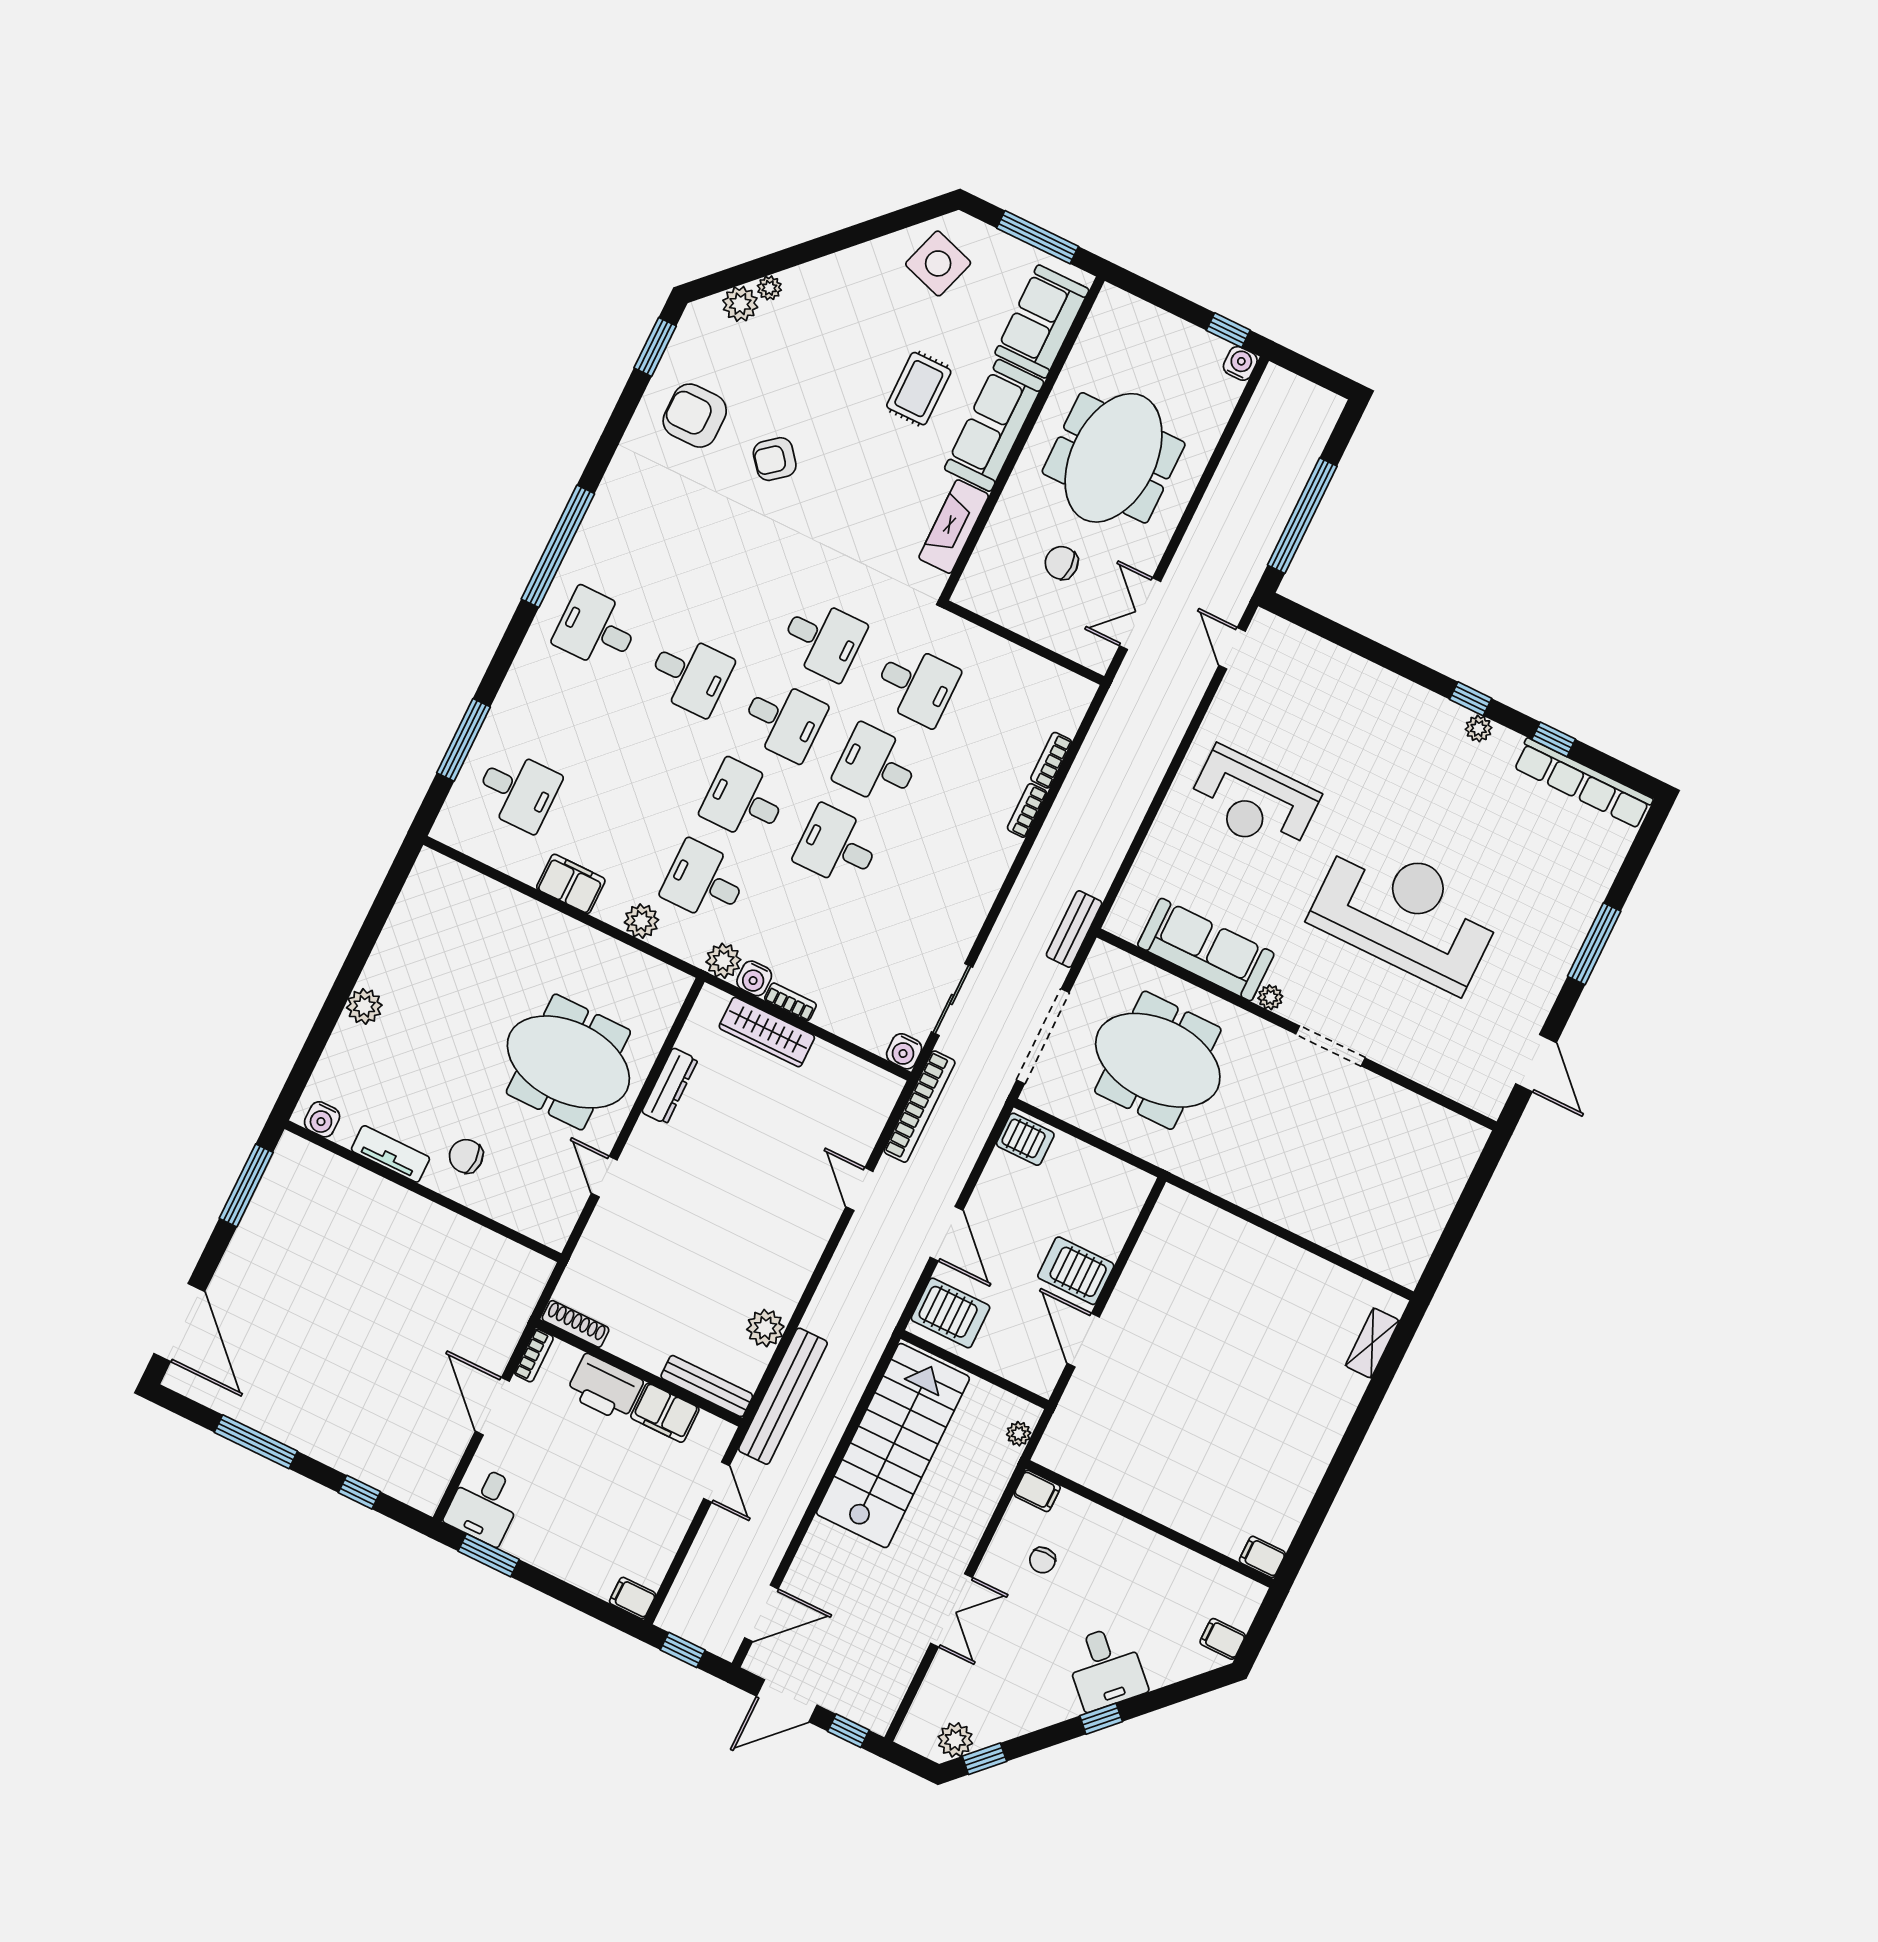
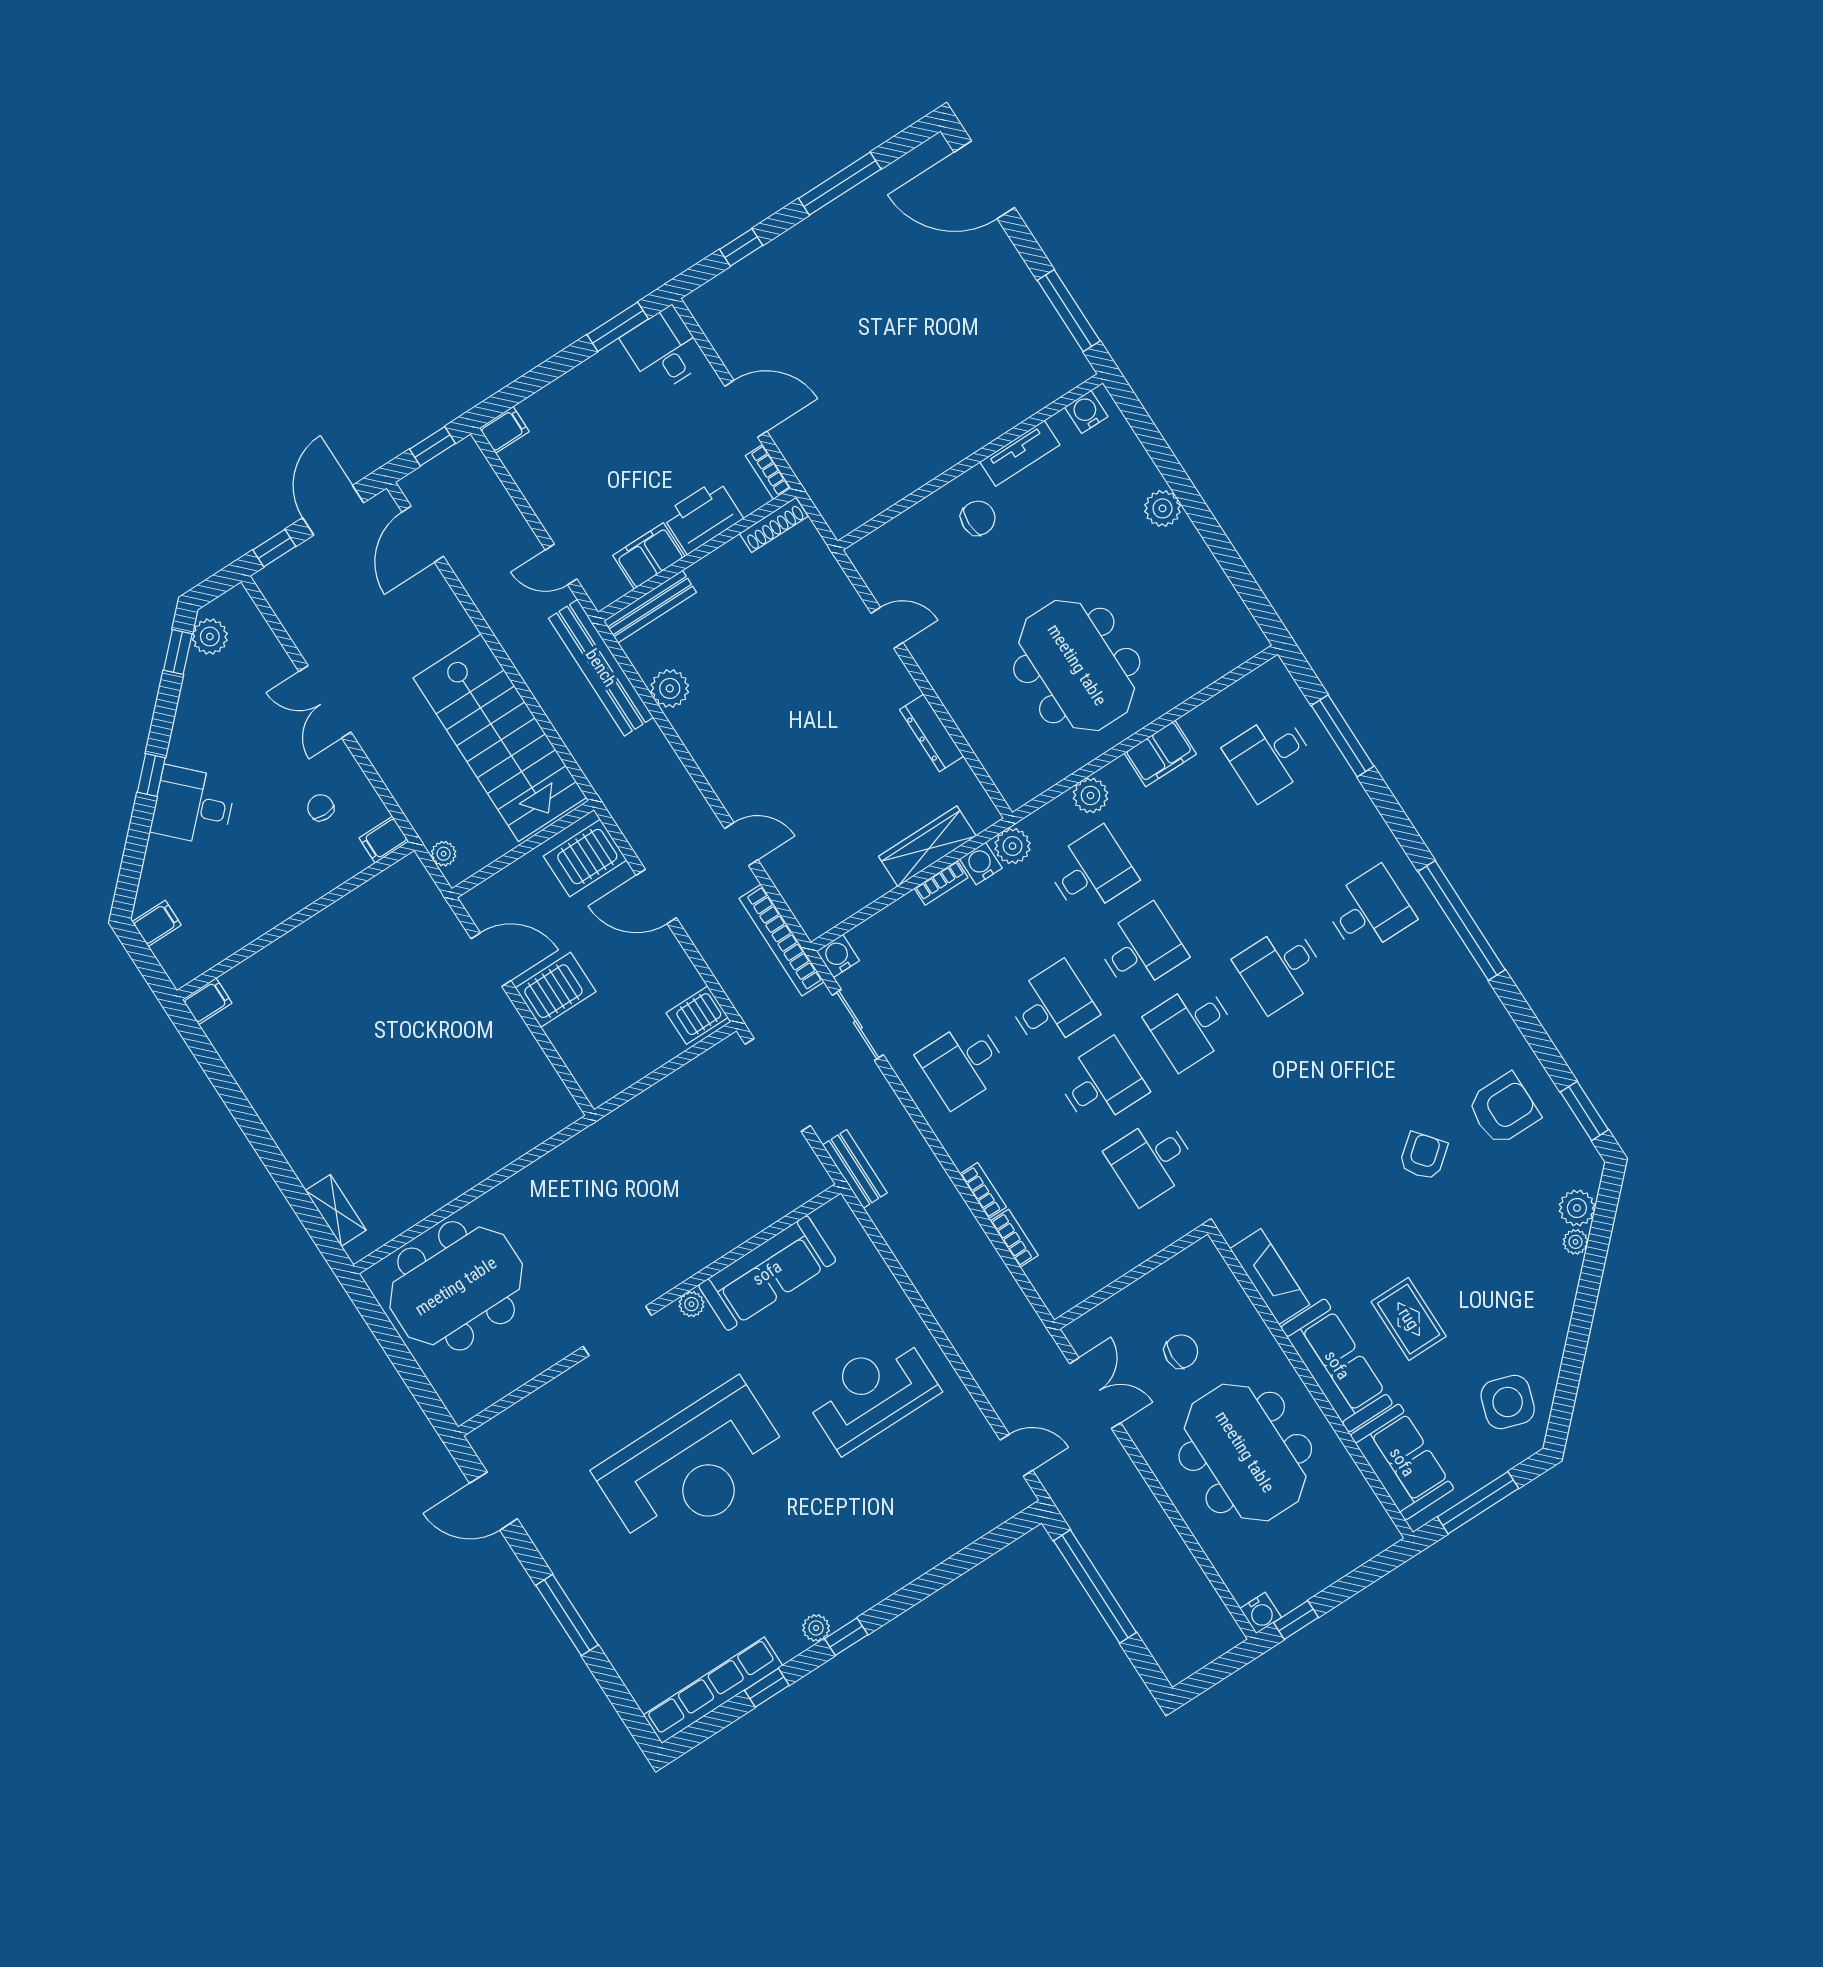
desk: (823, 639) -> (963, 1063), moved
meeting table: (1158, 1060) -> (456, 1286), moved
meeting table: (568, 1062) -> (1077, 665), moved, turned 90

